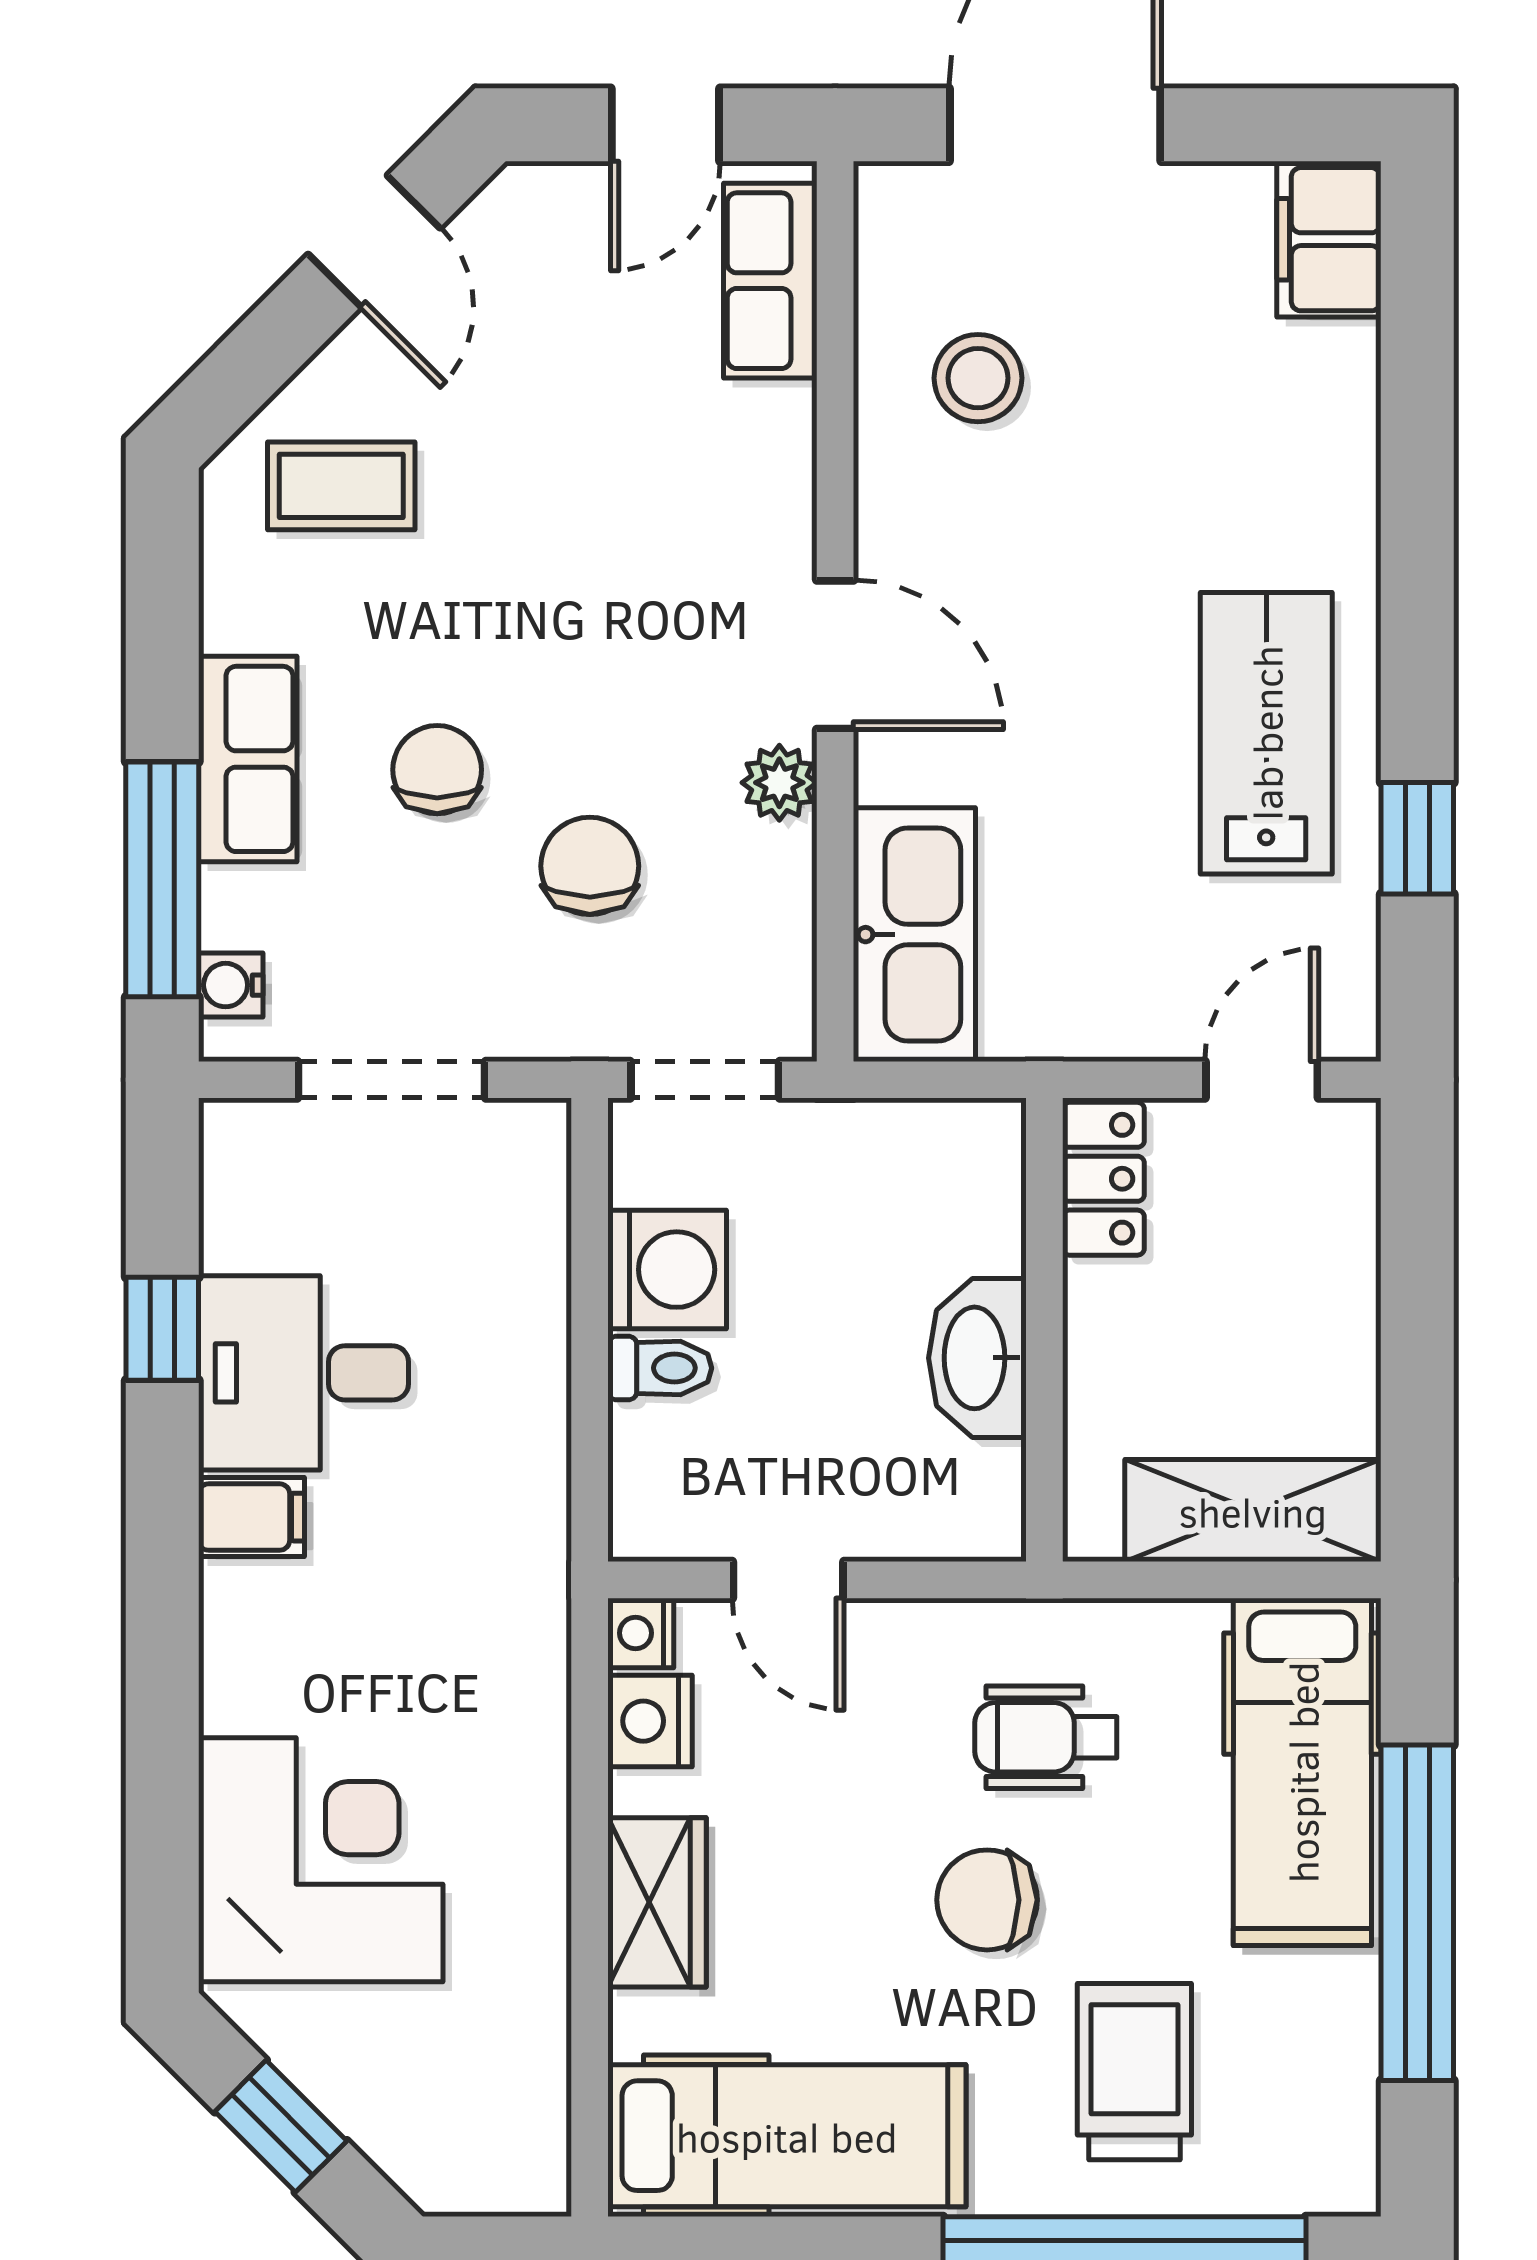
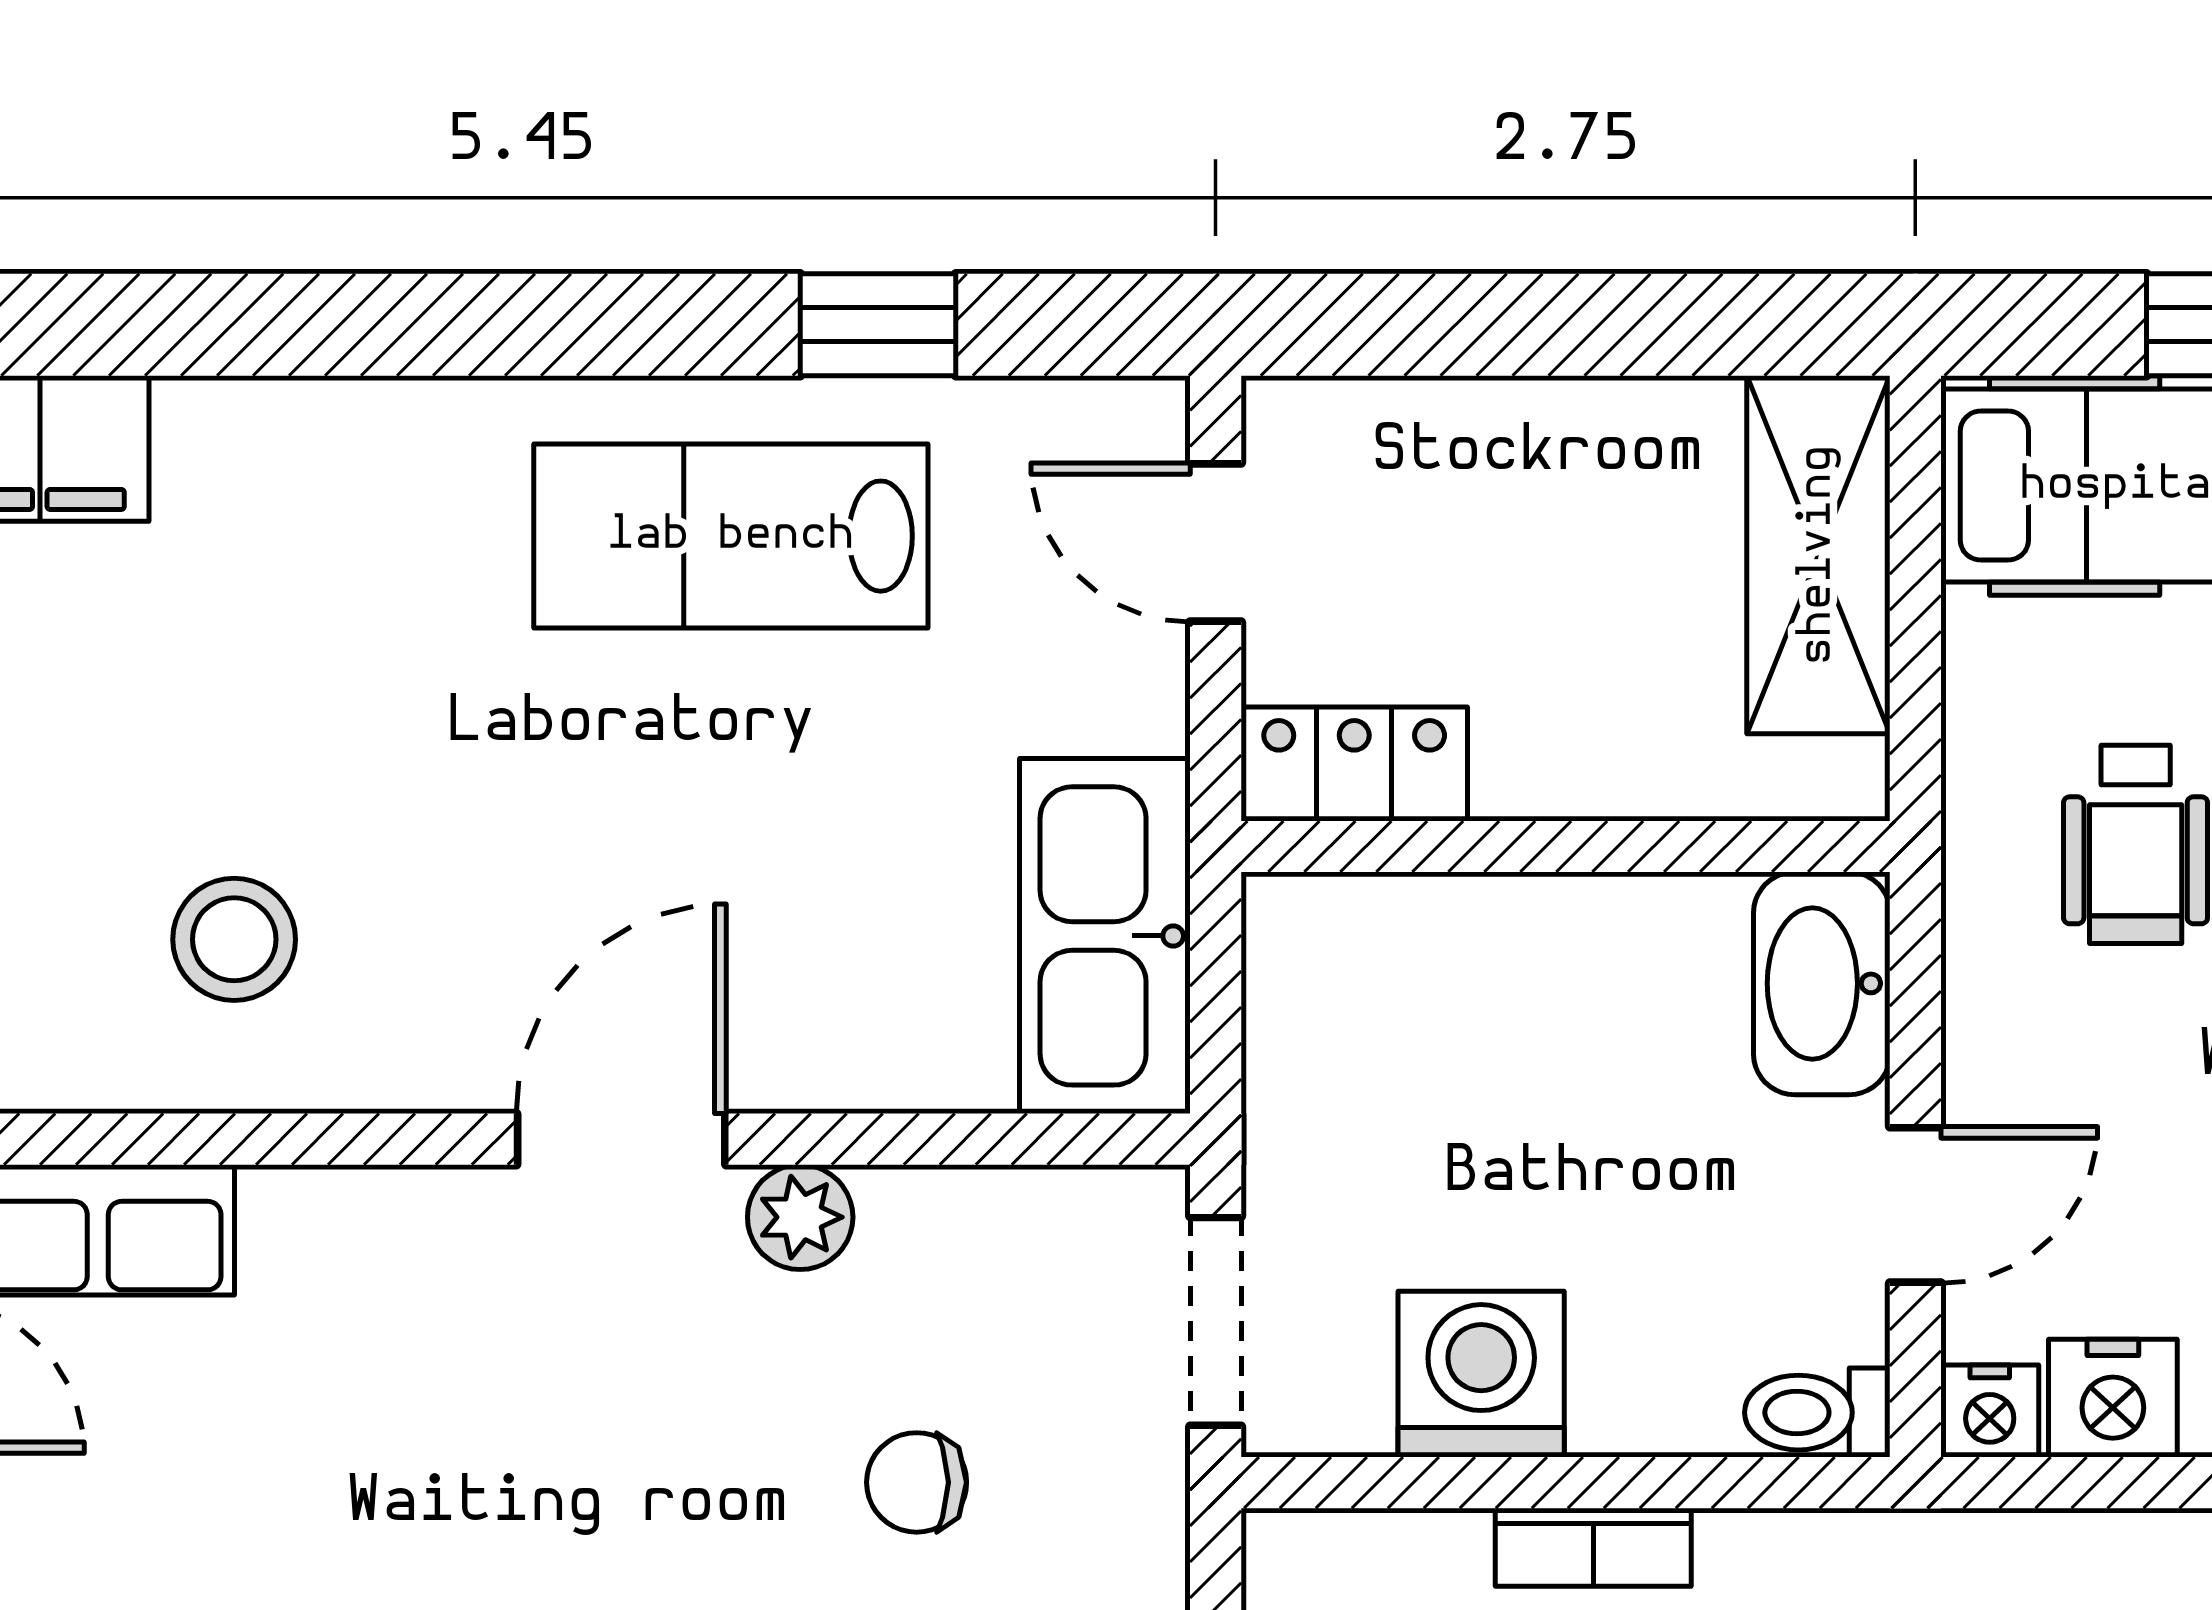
chair: (590, 866) -> (917, 1482), width x0.73, depth x0.73
kitchen sink: (914, 935) -> (1105, 936), moved, turned -90
bookcase: (543, 1350) -> (1593, 1547), added
washbasin: (977, 1358) -> (1822, 983), moved, turned 90
toilet: (660, 1368) -> (1817, 1413), moved, turned -90

